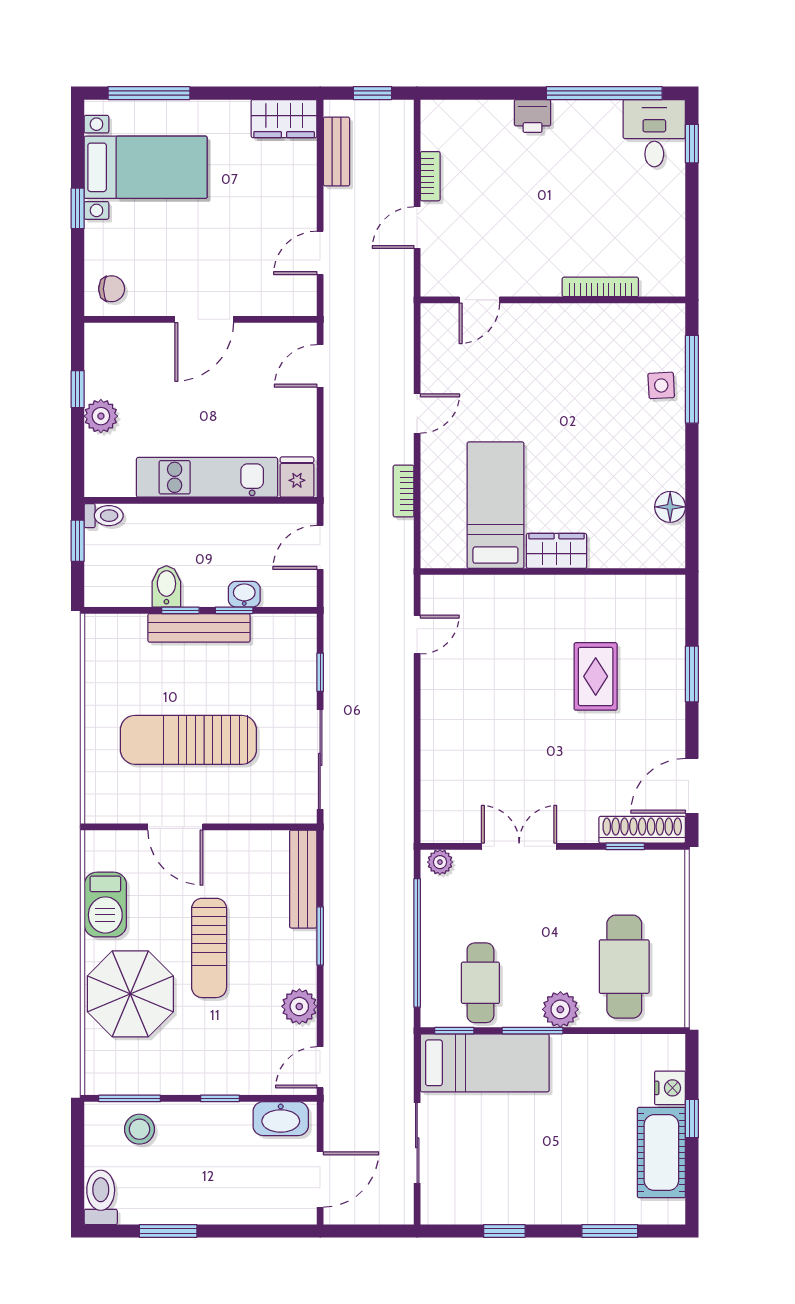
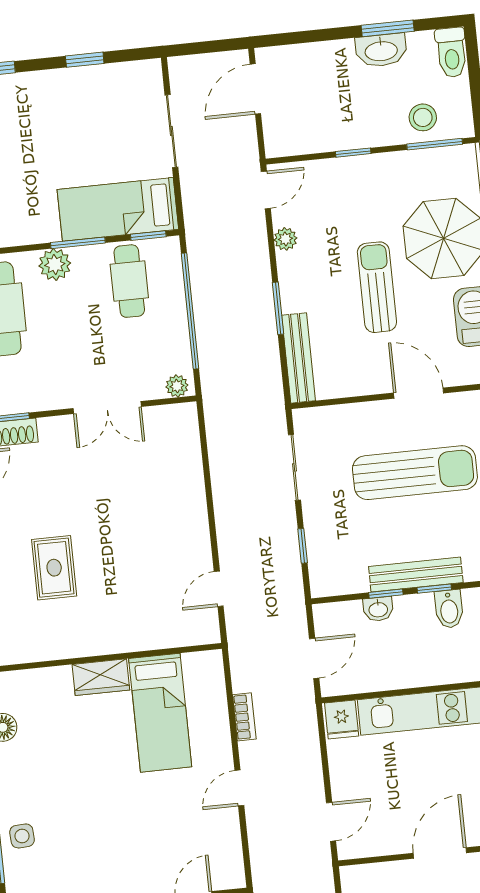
sliding door: (320, 759) -> (294, 467), width x0.73
plant: (299, 1006) -> (285, 239), width x0.73, depth x0.73
washbasin: (281, 1119) -> (381, 50), moved, turned 180

